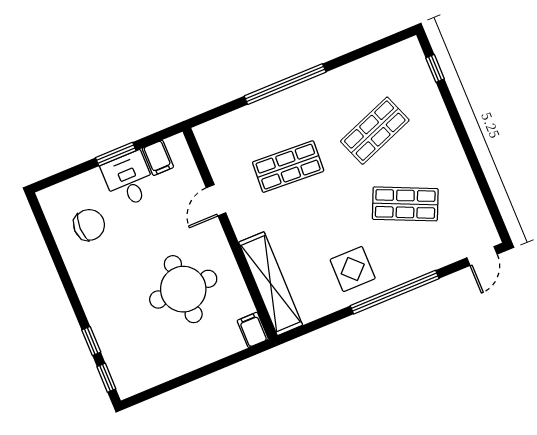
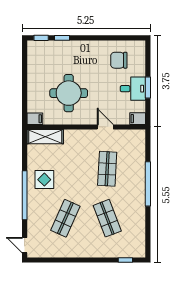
filing cabinet: (158, 158) -> (138, 119), moved
chair: (89, 225) -> (119, 60), turned 90
shelving: (271, 284) -> (45, 137), width x0.68

